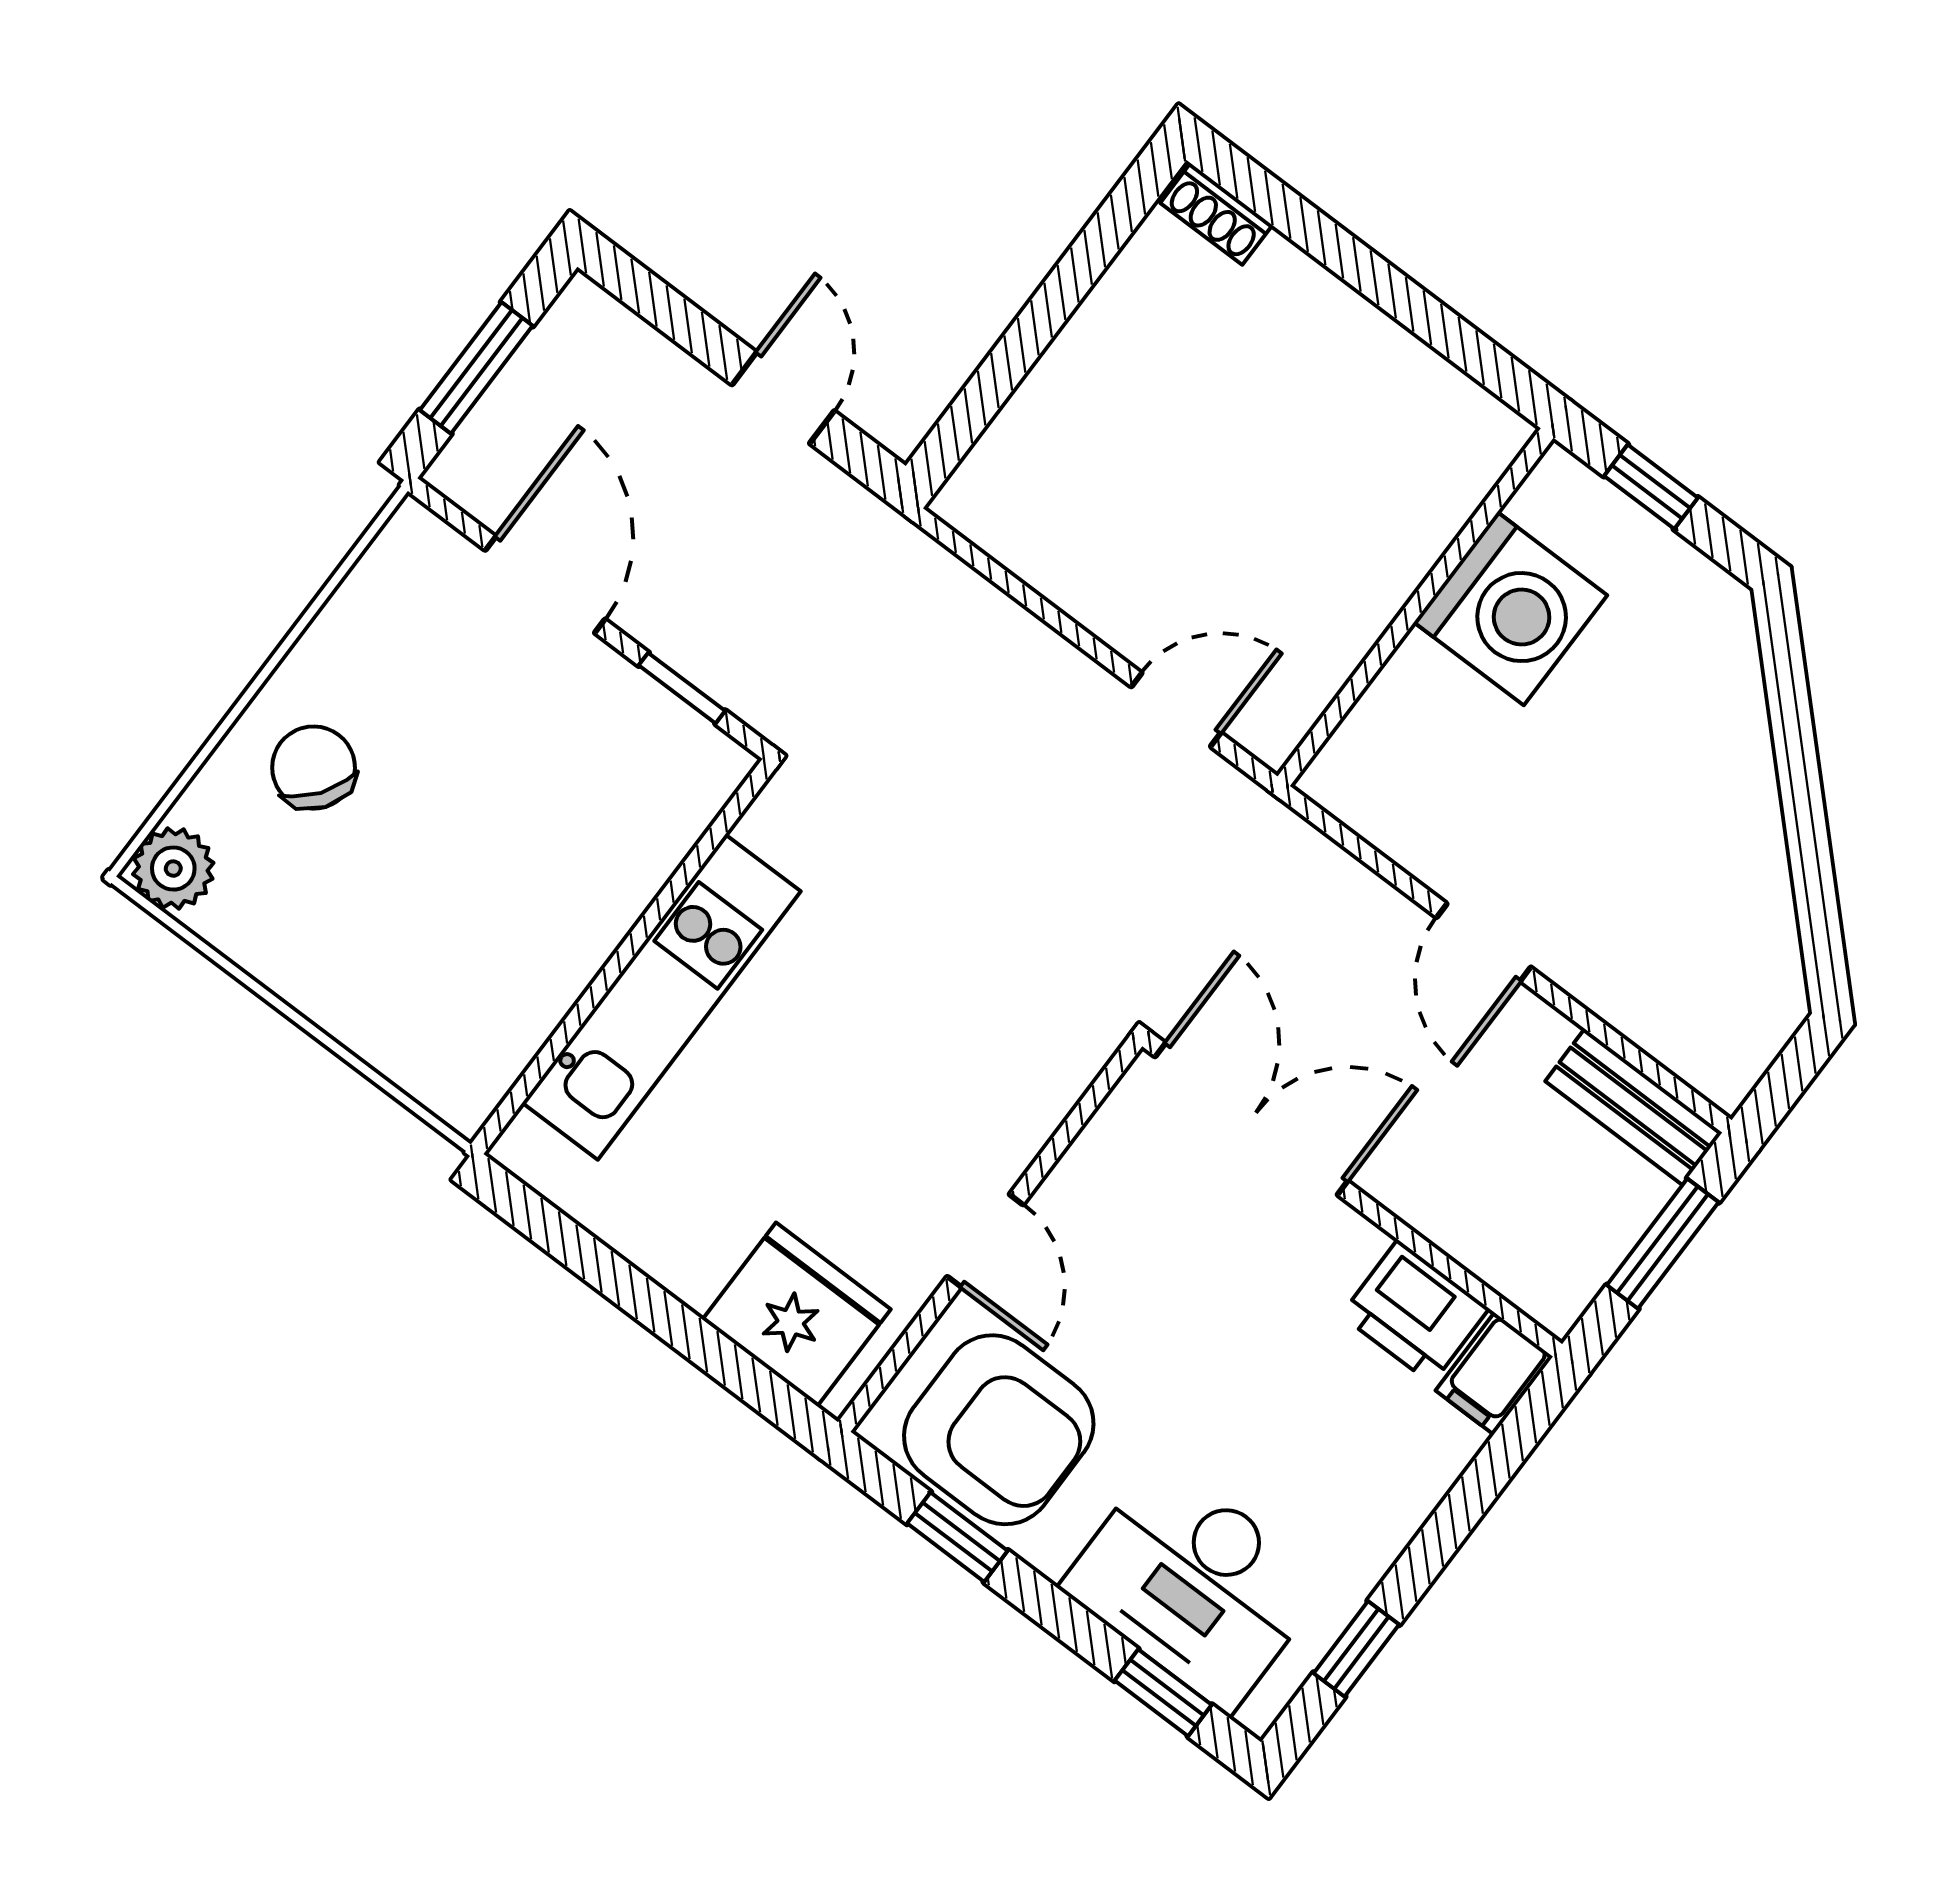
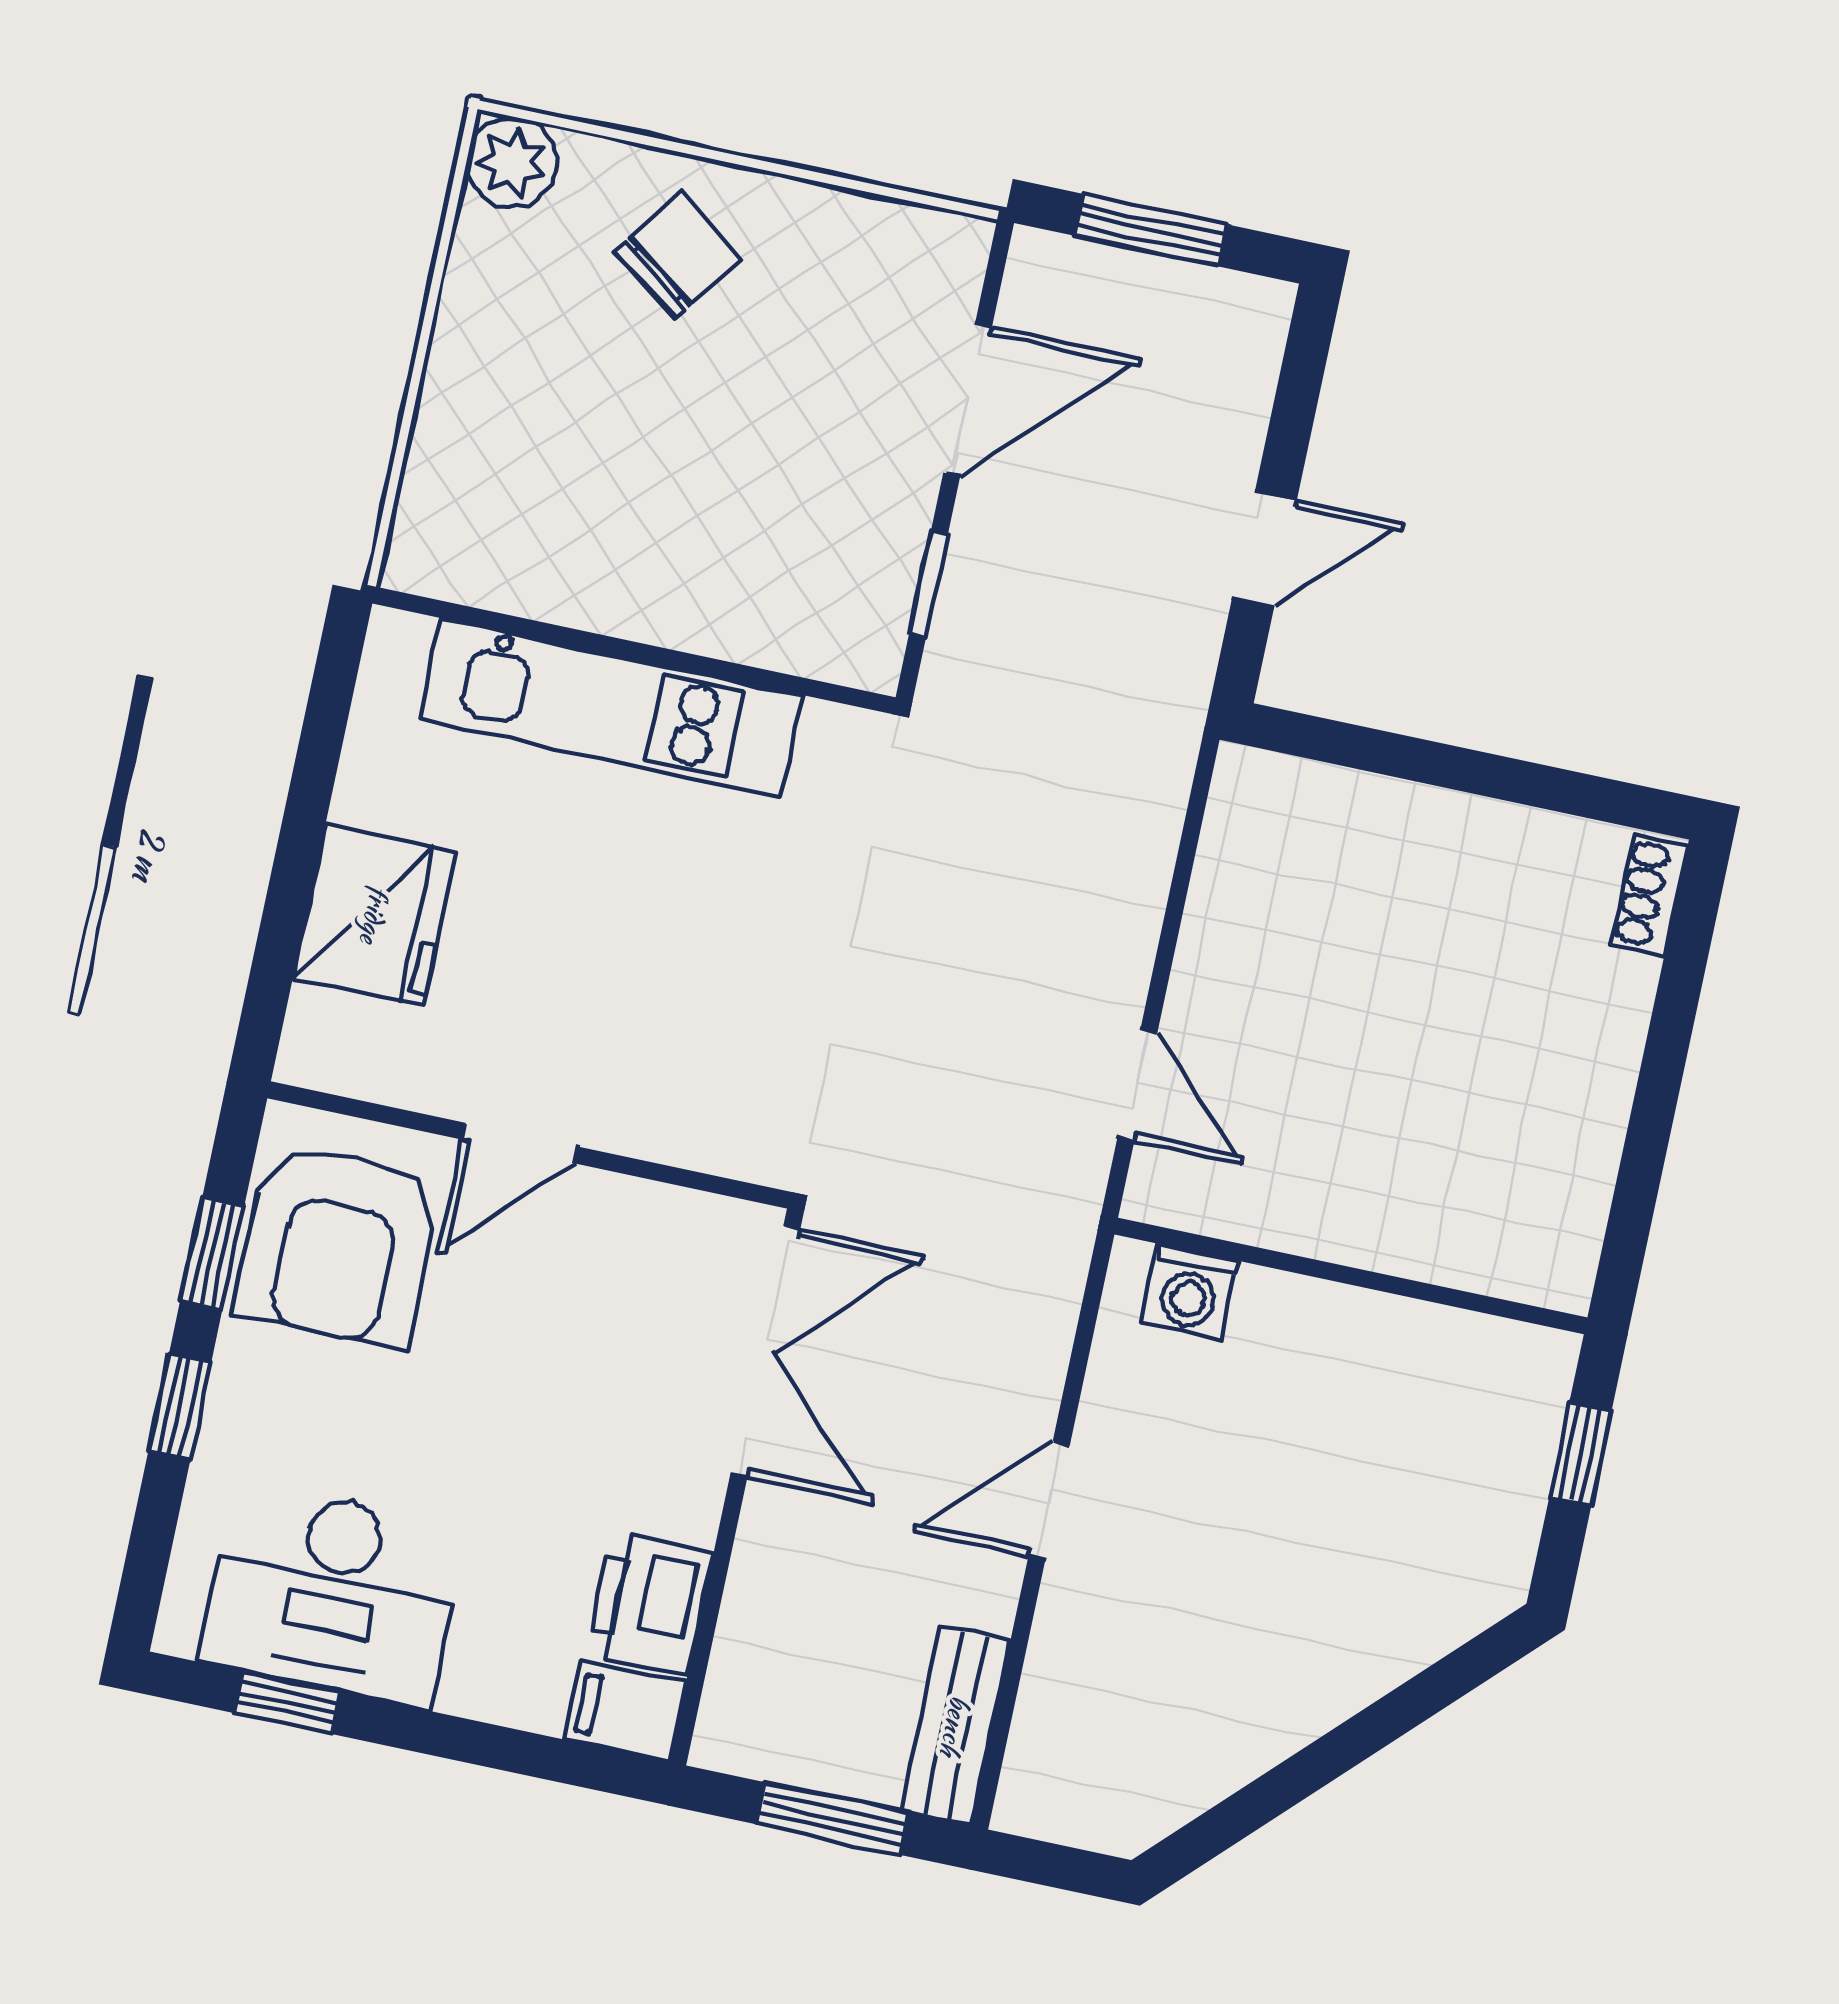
washing machine: (1511, 609) -> (1190, 1291), moved, width x0.53, depth x0.53
fridge: (797, 1314) -> (375, 915), moved
desk: (1194, 1585) -> (333, 1594), moved, turned -90
window: (1163, 1693) -> (180, 1406), moved

